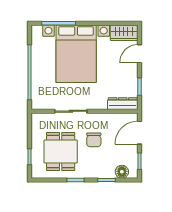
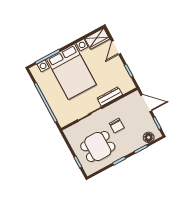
dresser: (123, 104) -> (110, 96), moved
door: (140, 133) -> (146, 103), swing flipped
dining table: (61, 151) -> (98, 146), turned 90

